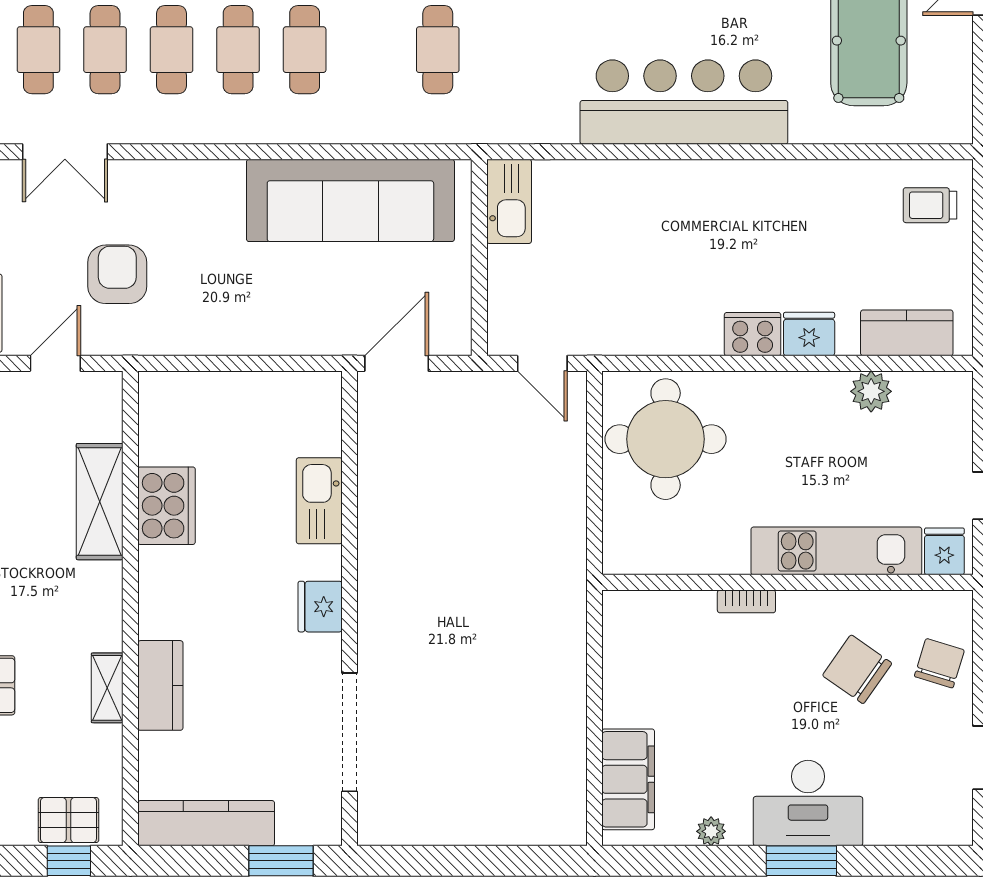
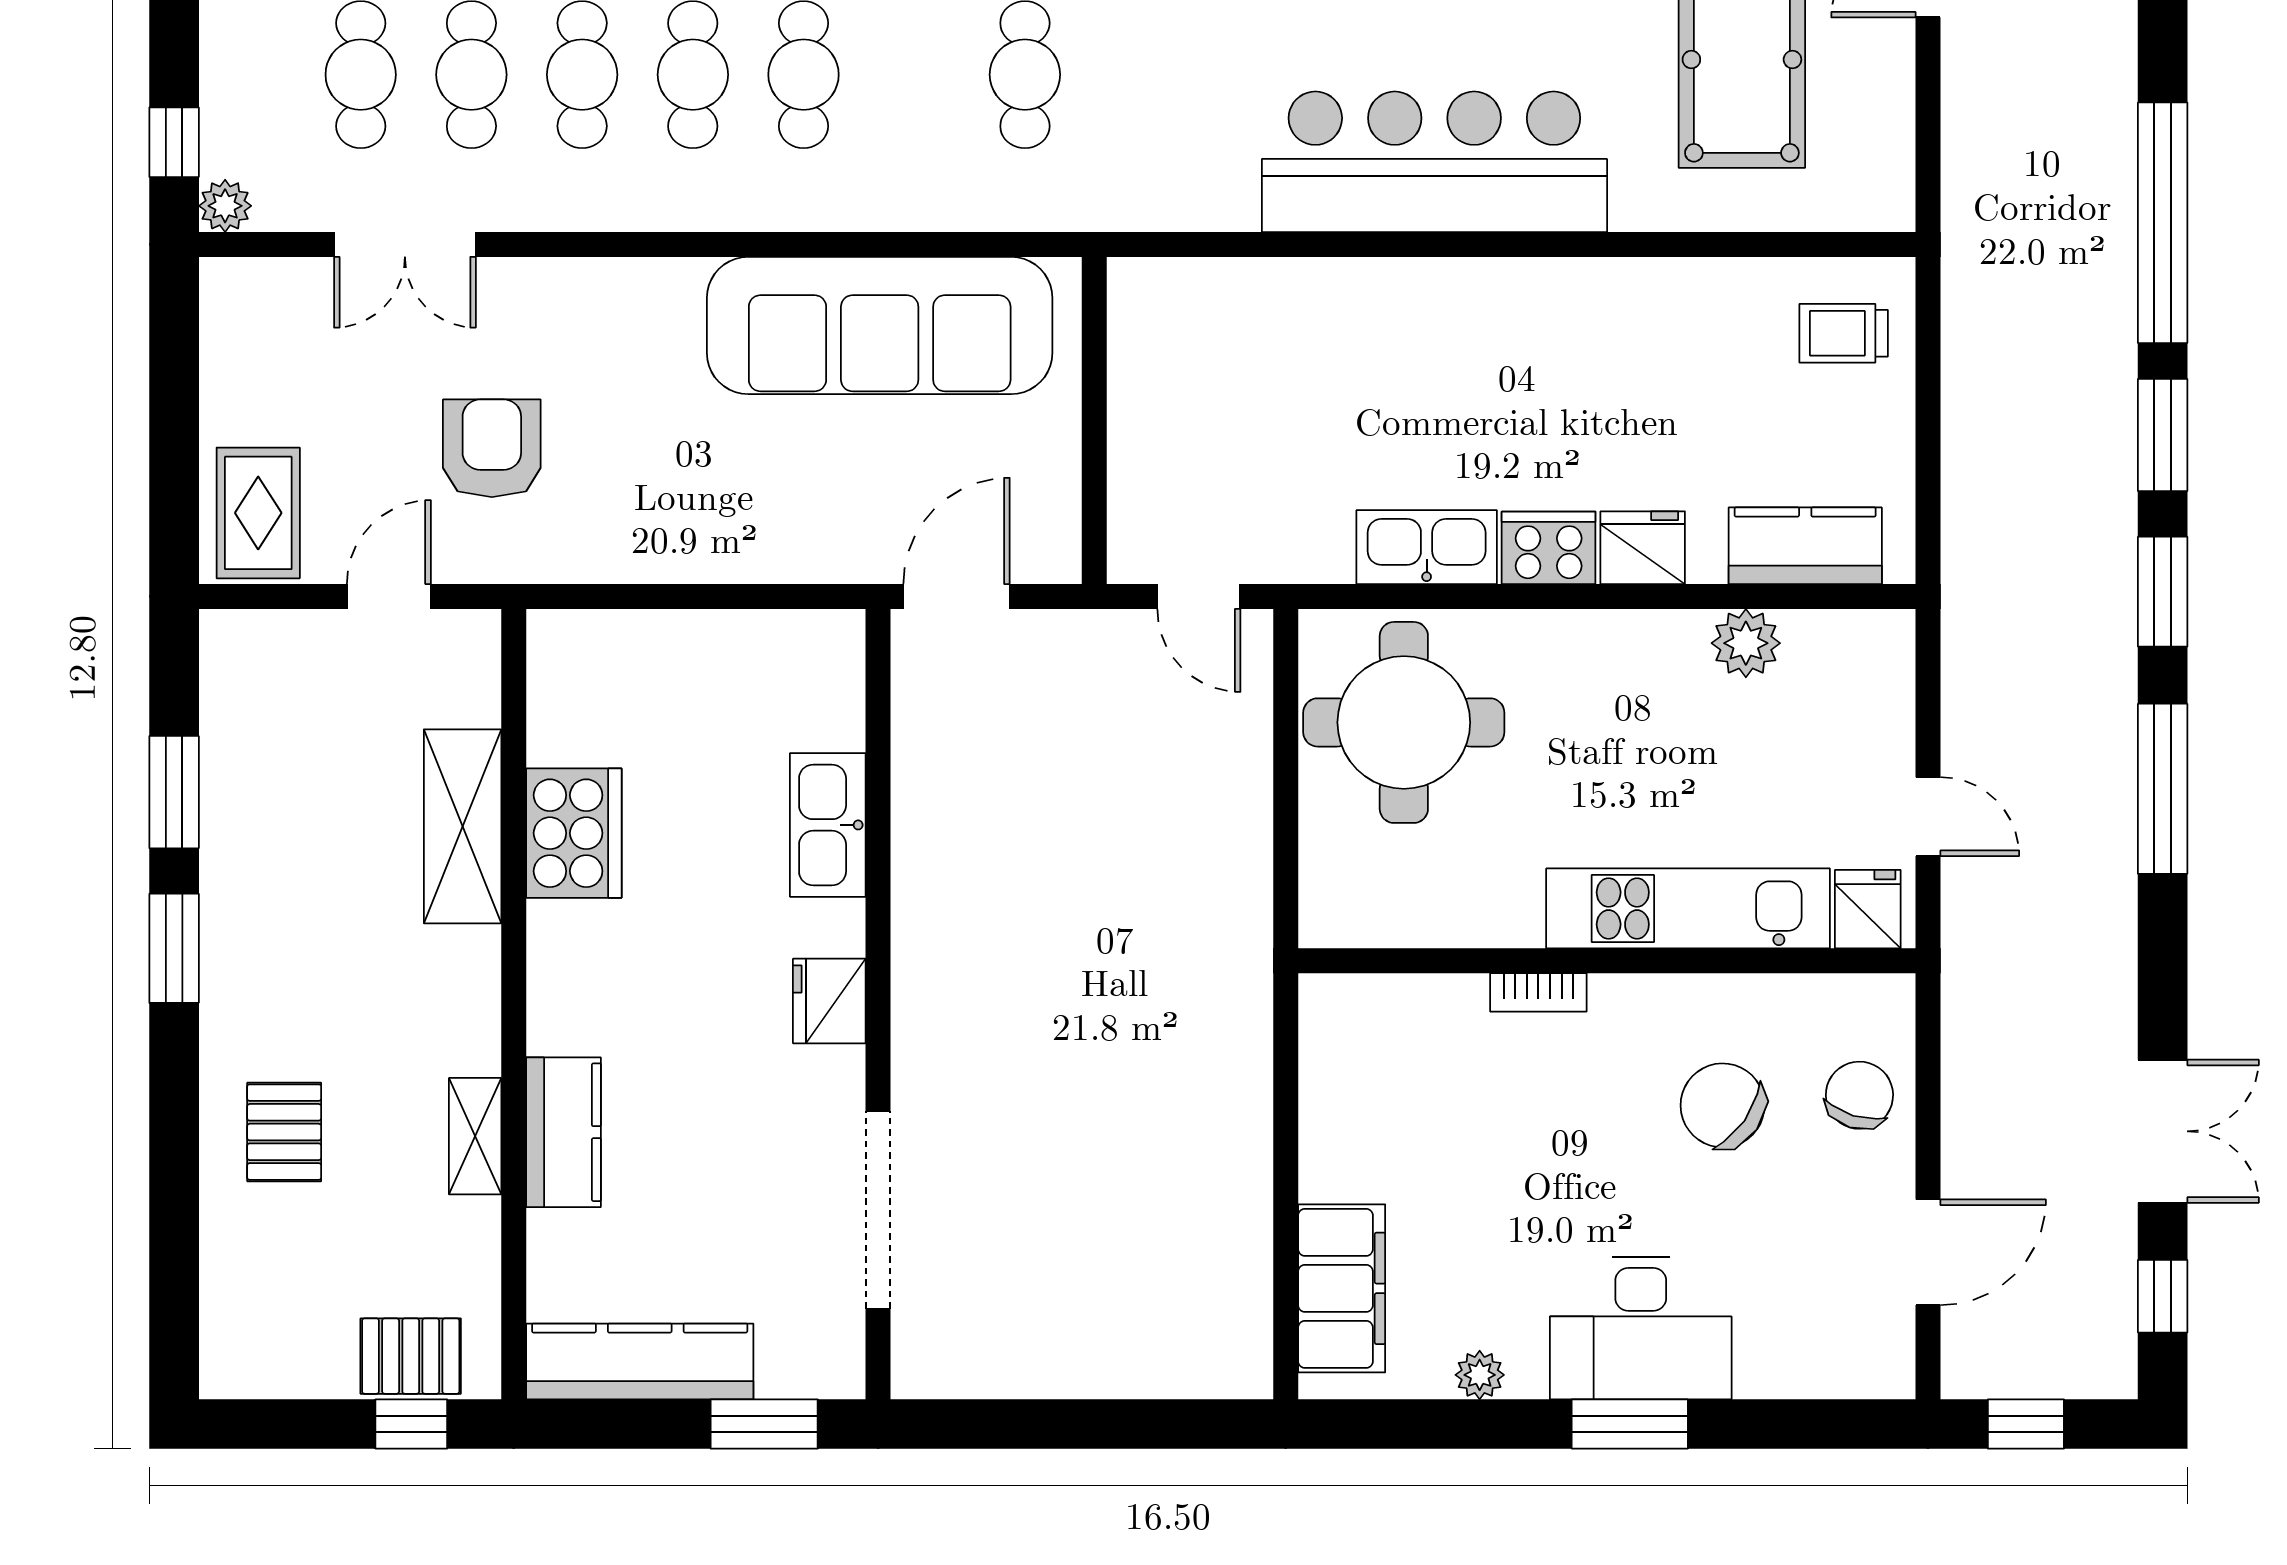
kitchen sink: (509, 201) -> (1427, 547), moved, turned -90

